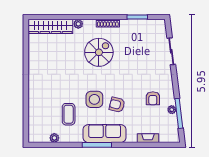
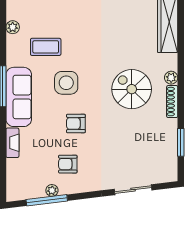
plant: (78, 24) -> (171, 78), moved
spiral stairs: (99, 52) -> (132, 89), turned 180
armchair: (117, 105) -> (76, 123), moved, turned -104
fireplace: (148, 138) -> (12, 143), moved

